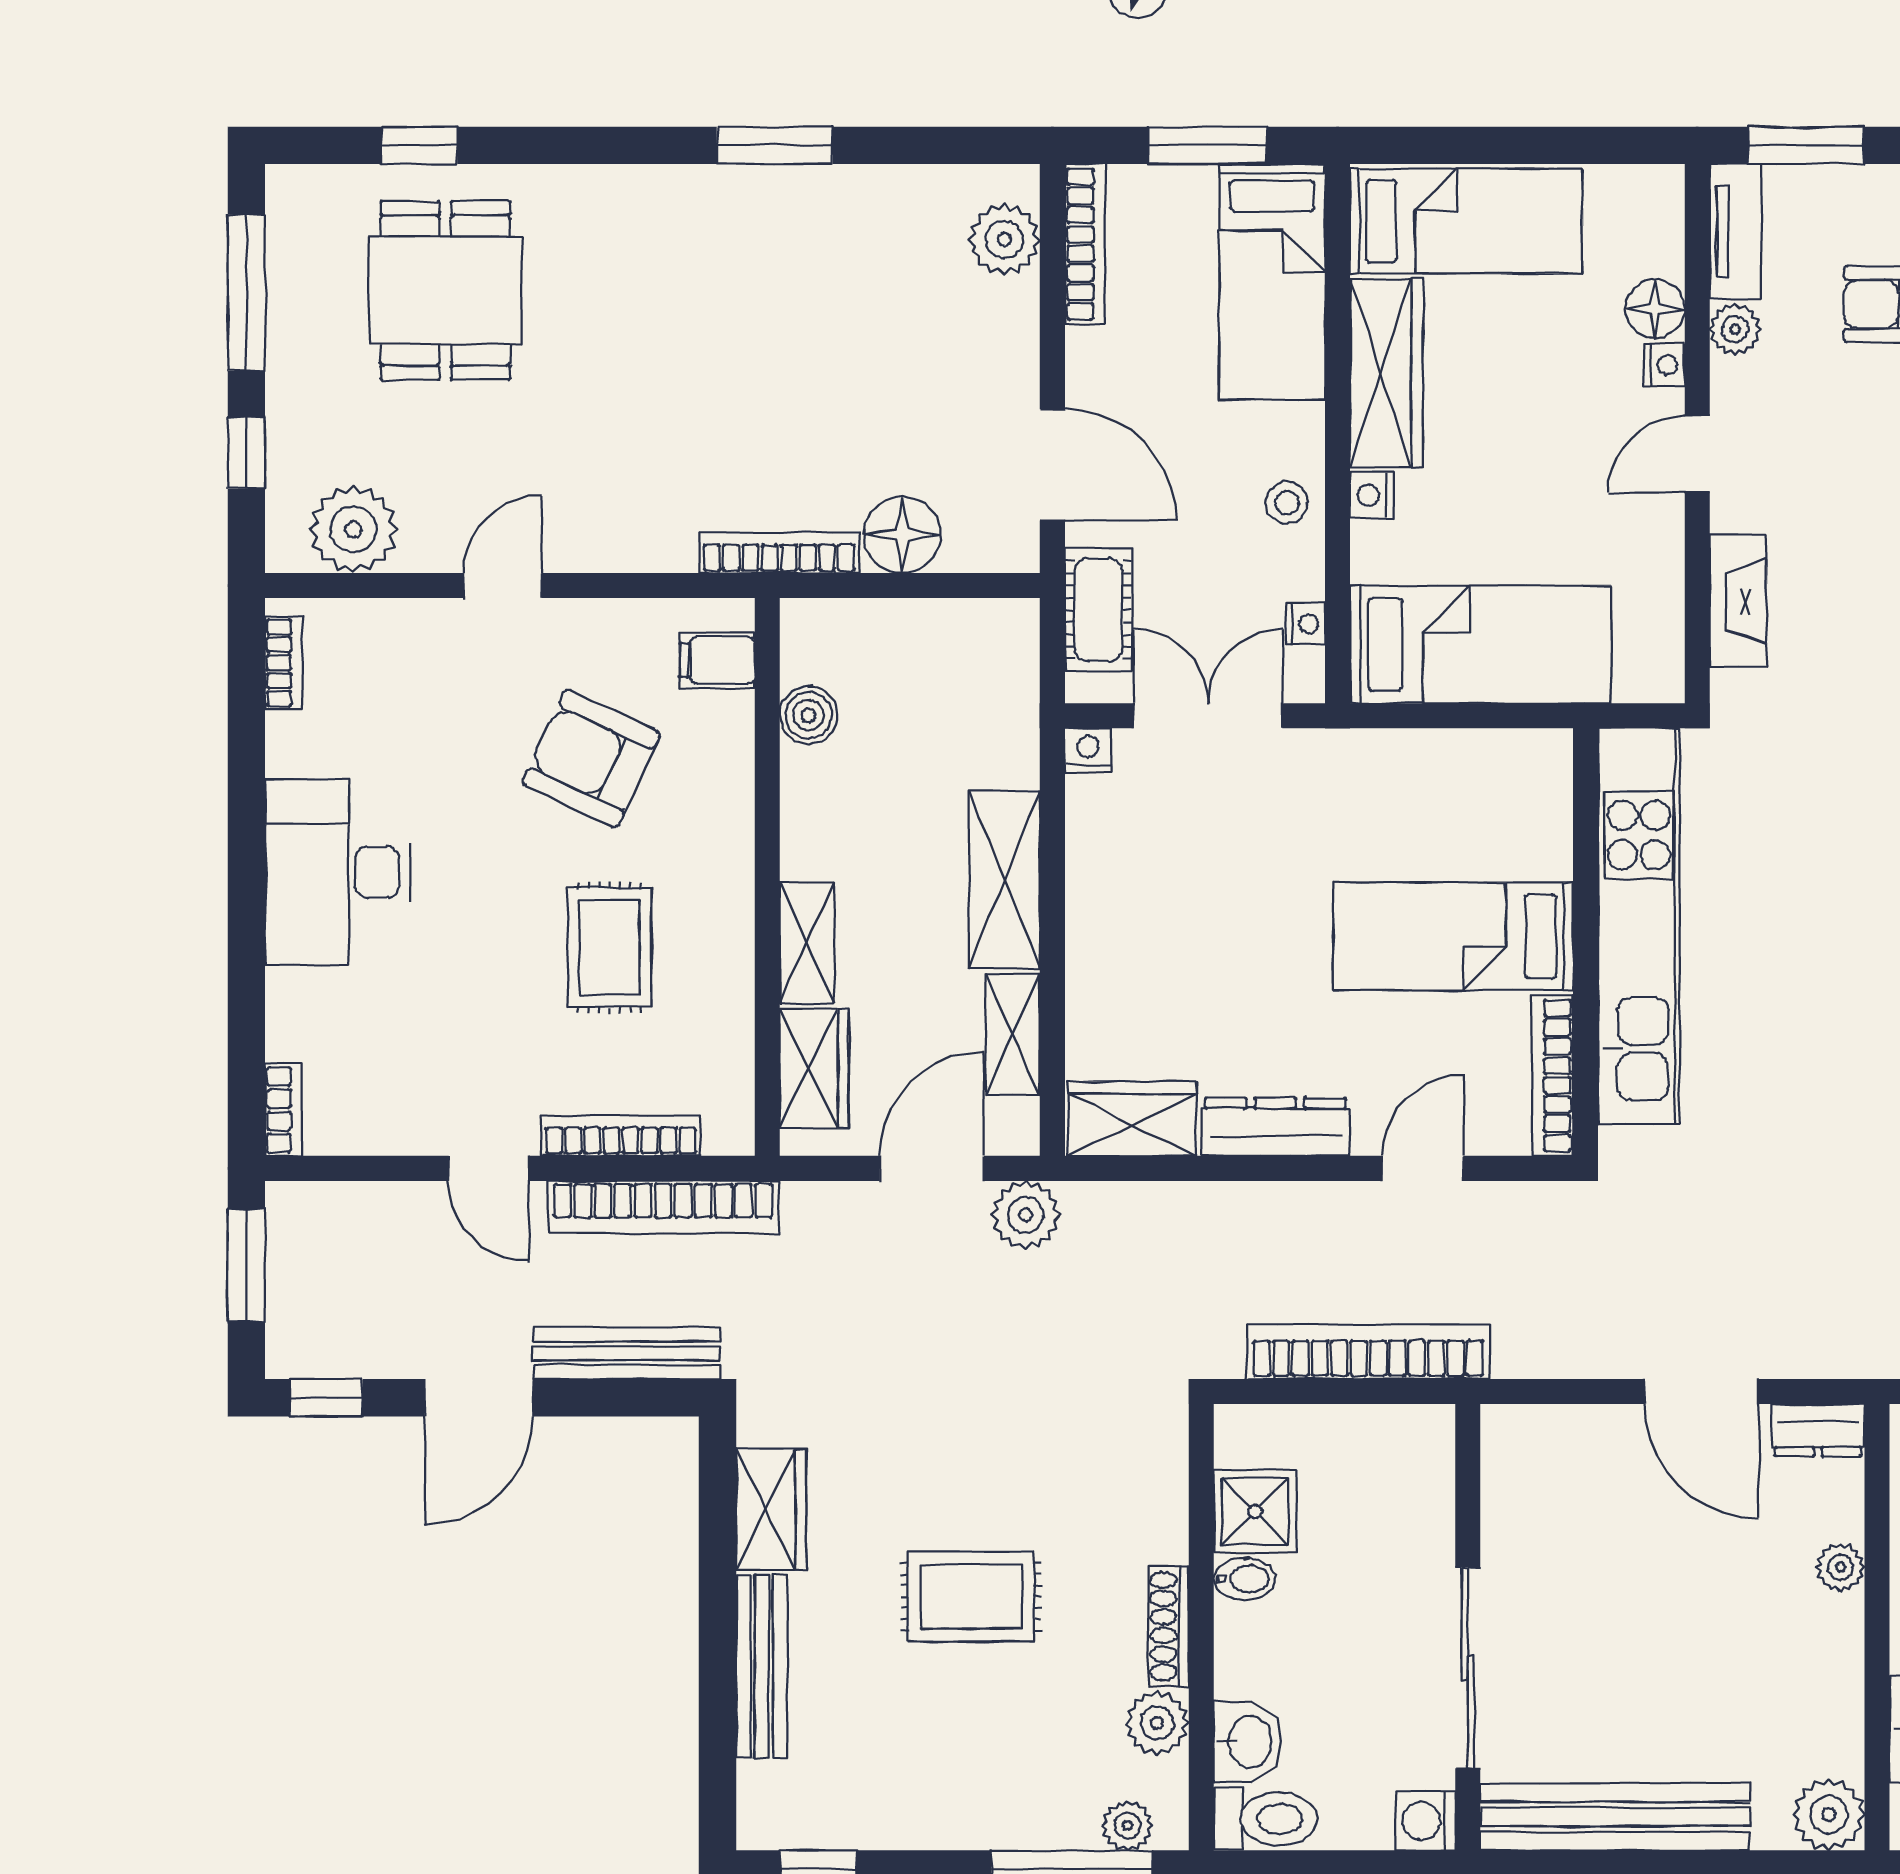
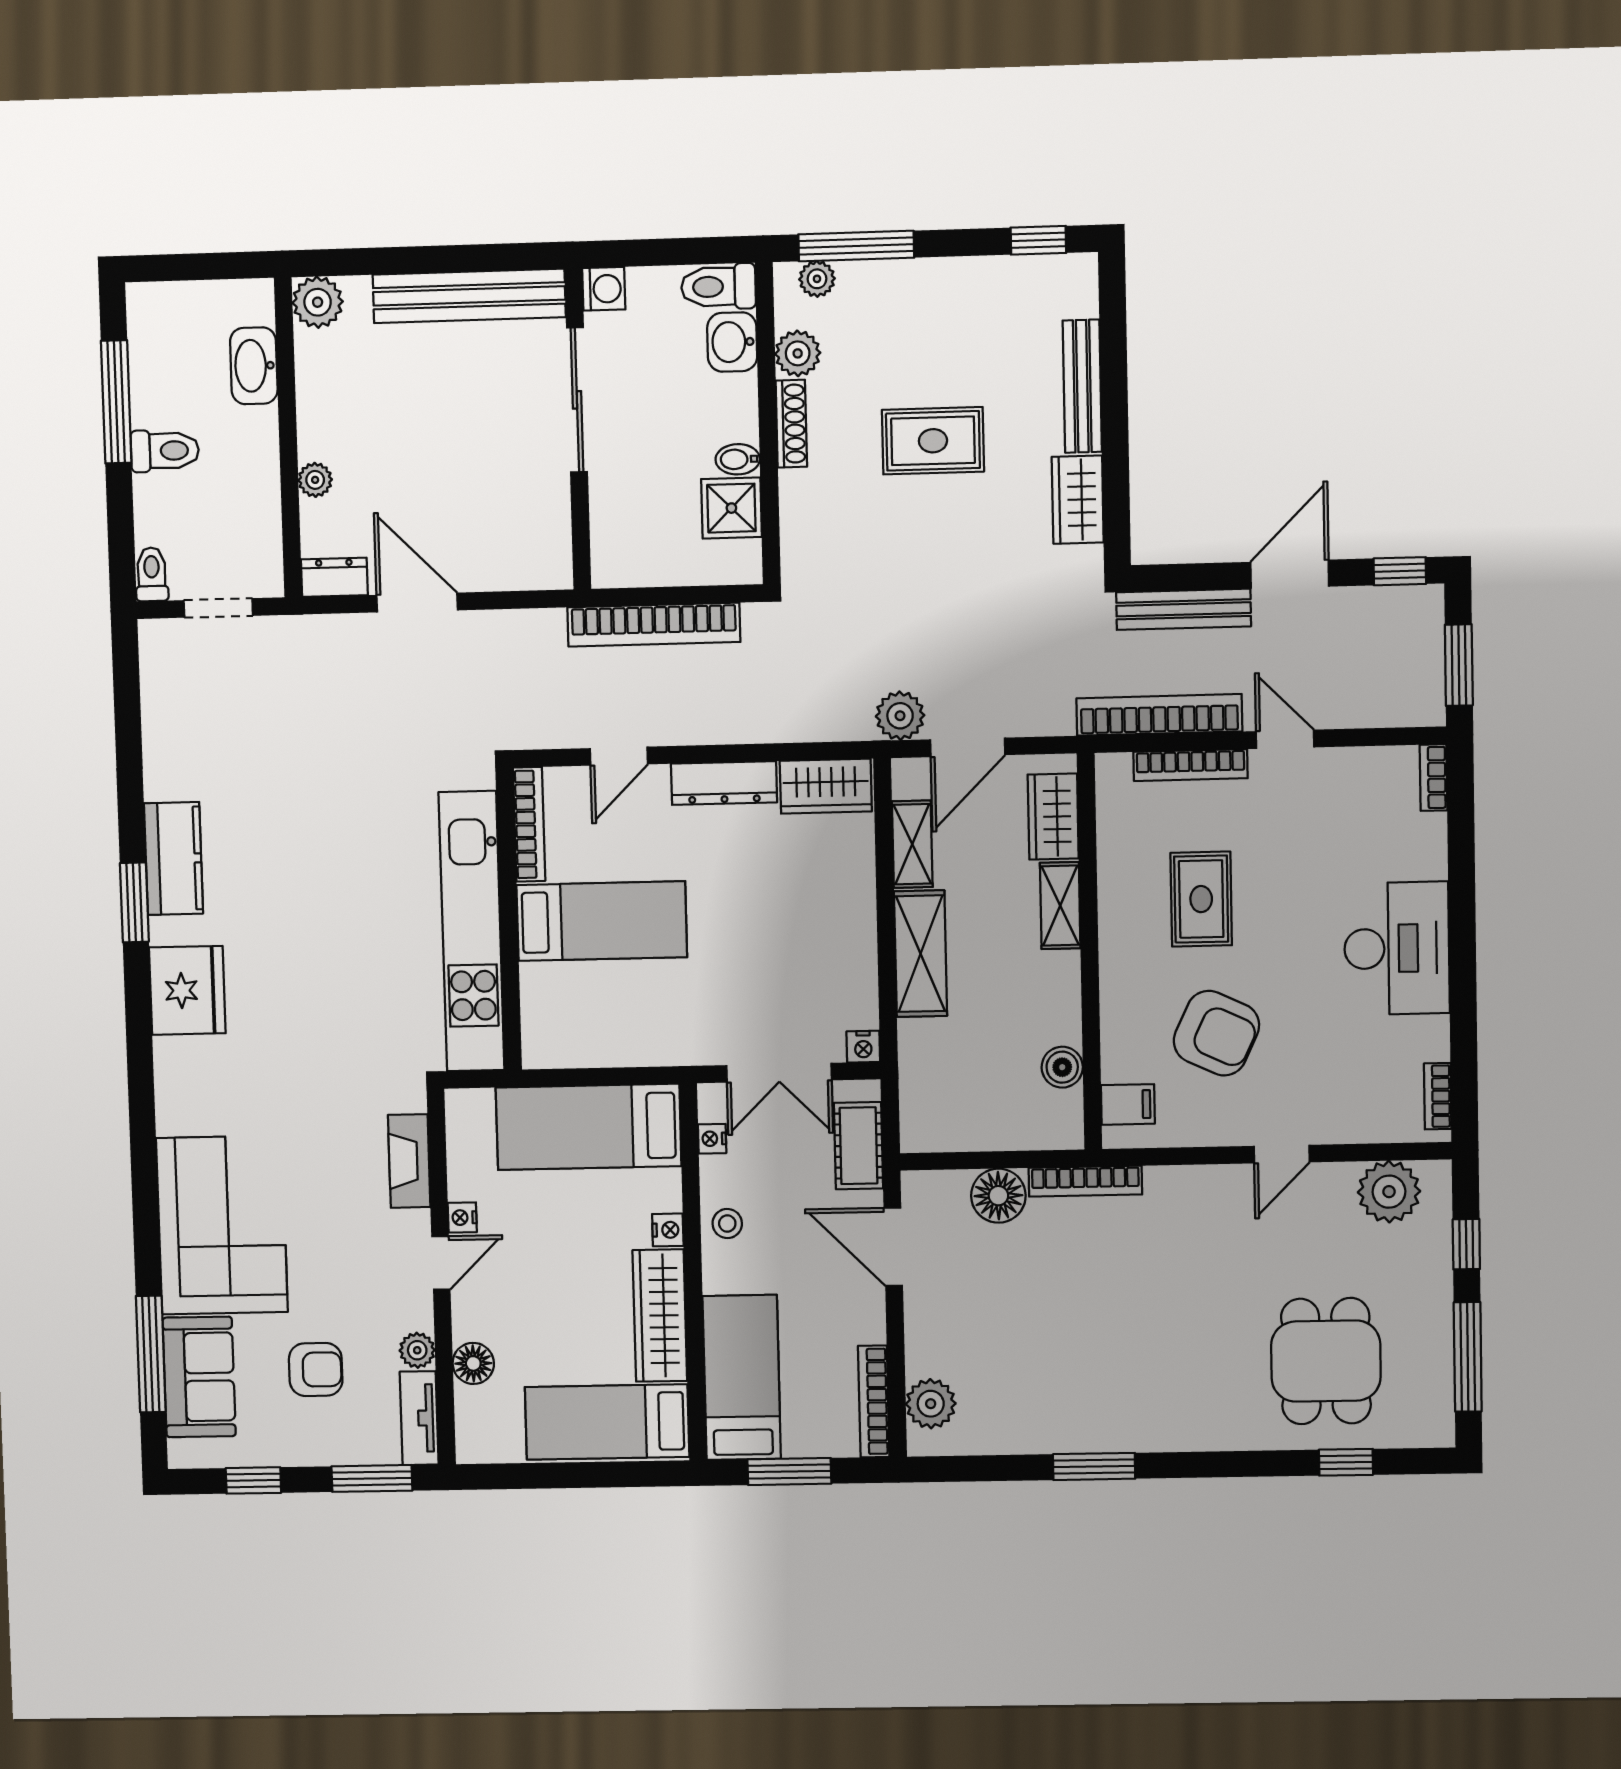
nightstand: (1665, 365) -> (462, 1217), moved

